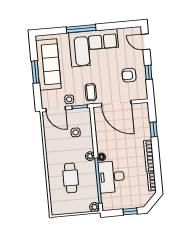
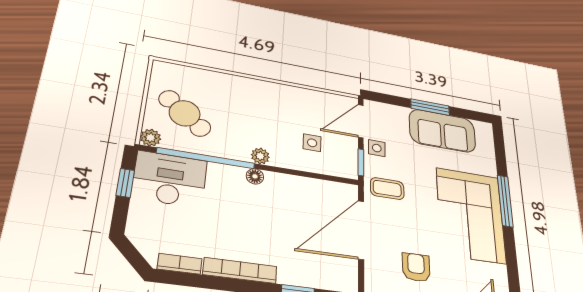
sofa: (48, 64) -> (442, 131), width x0.73
desk: (112, 177) -> (170, 179), moved
cafe table: (71, 178) -> (185, 113), moved, turned 39
window: (130, 211) -> (125, 183), moved

